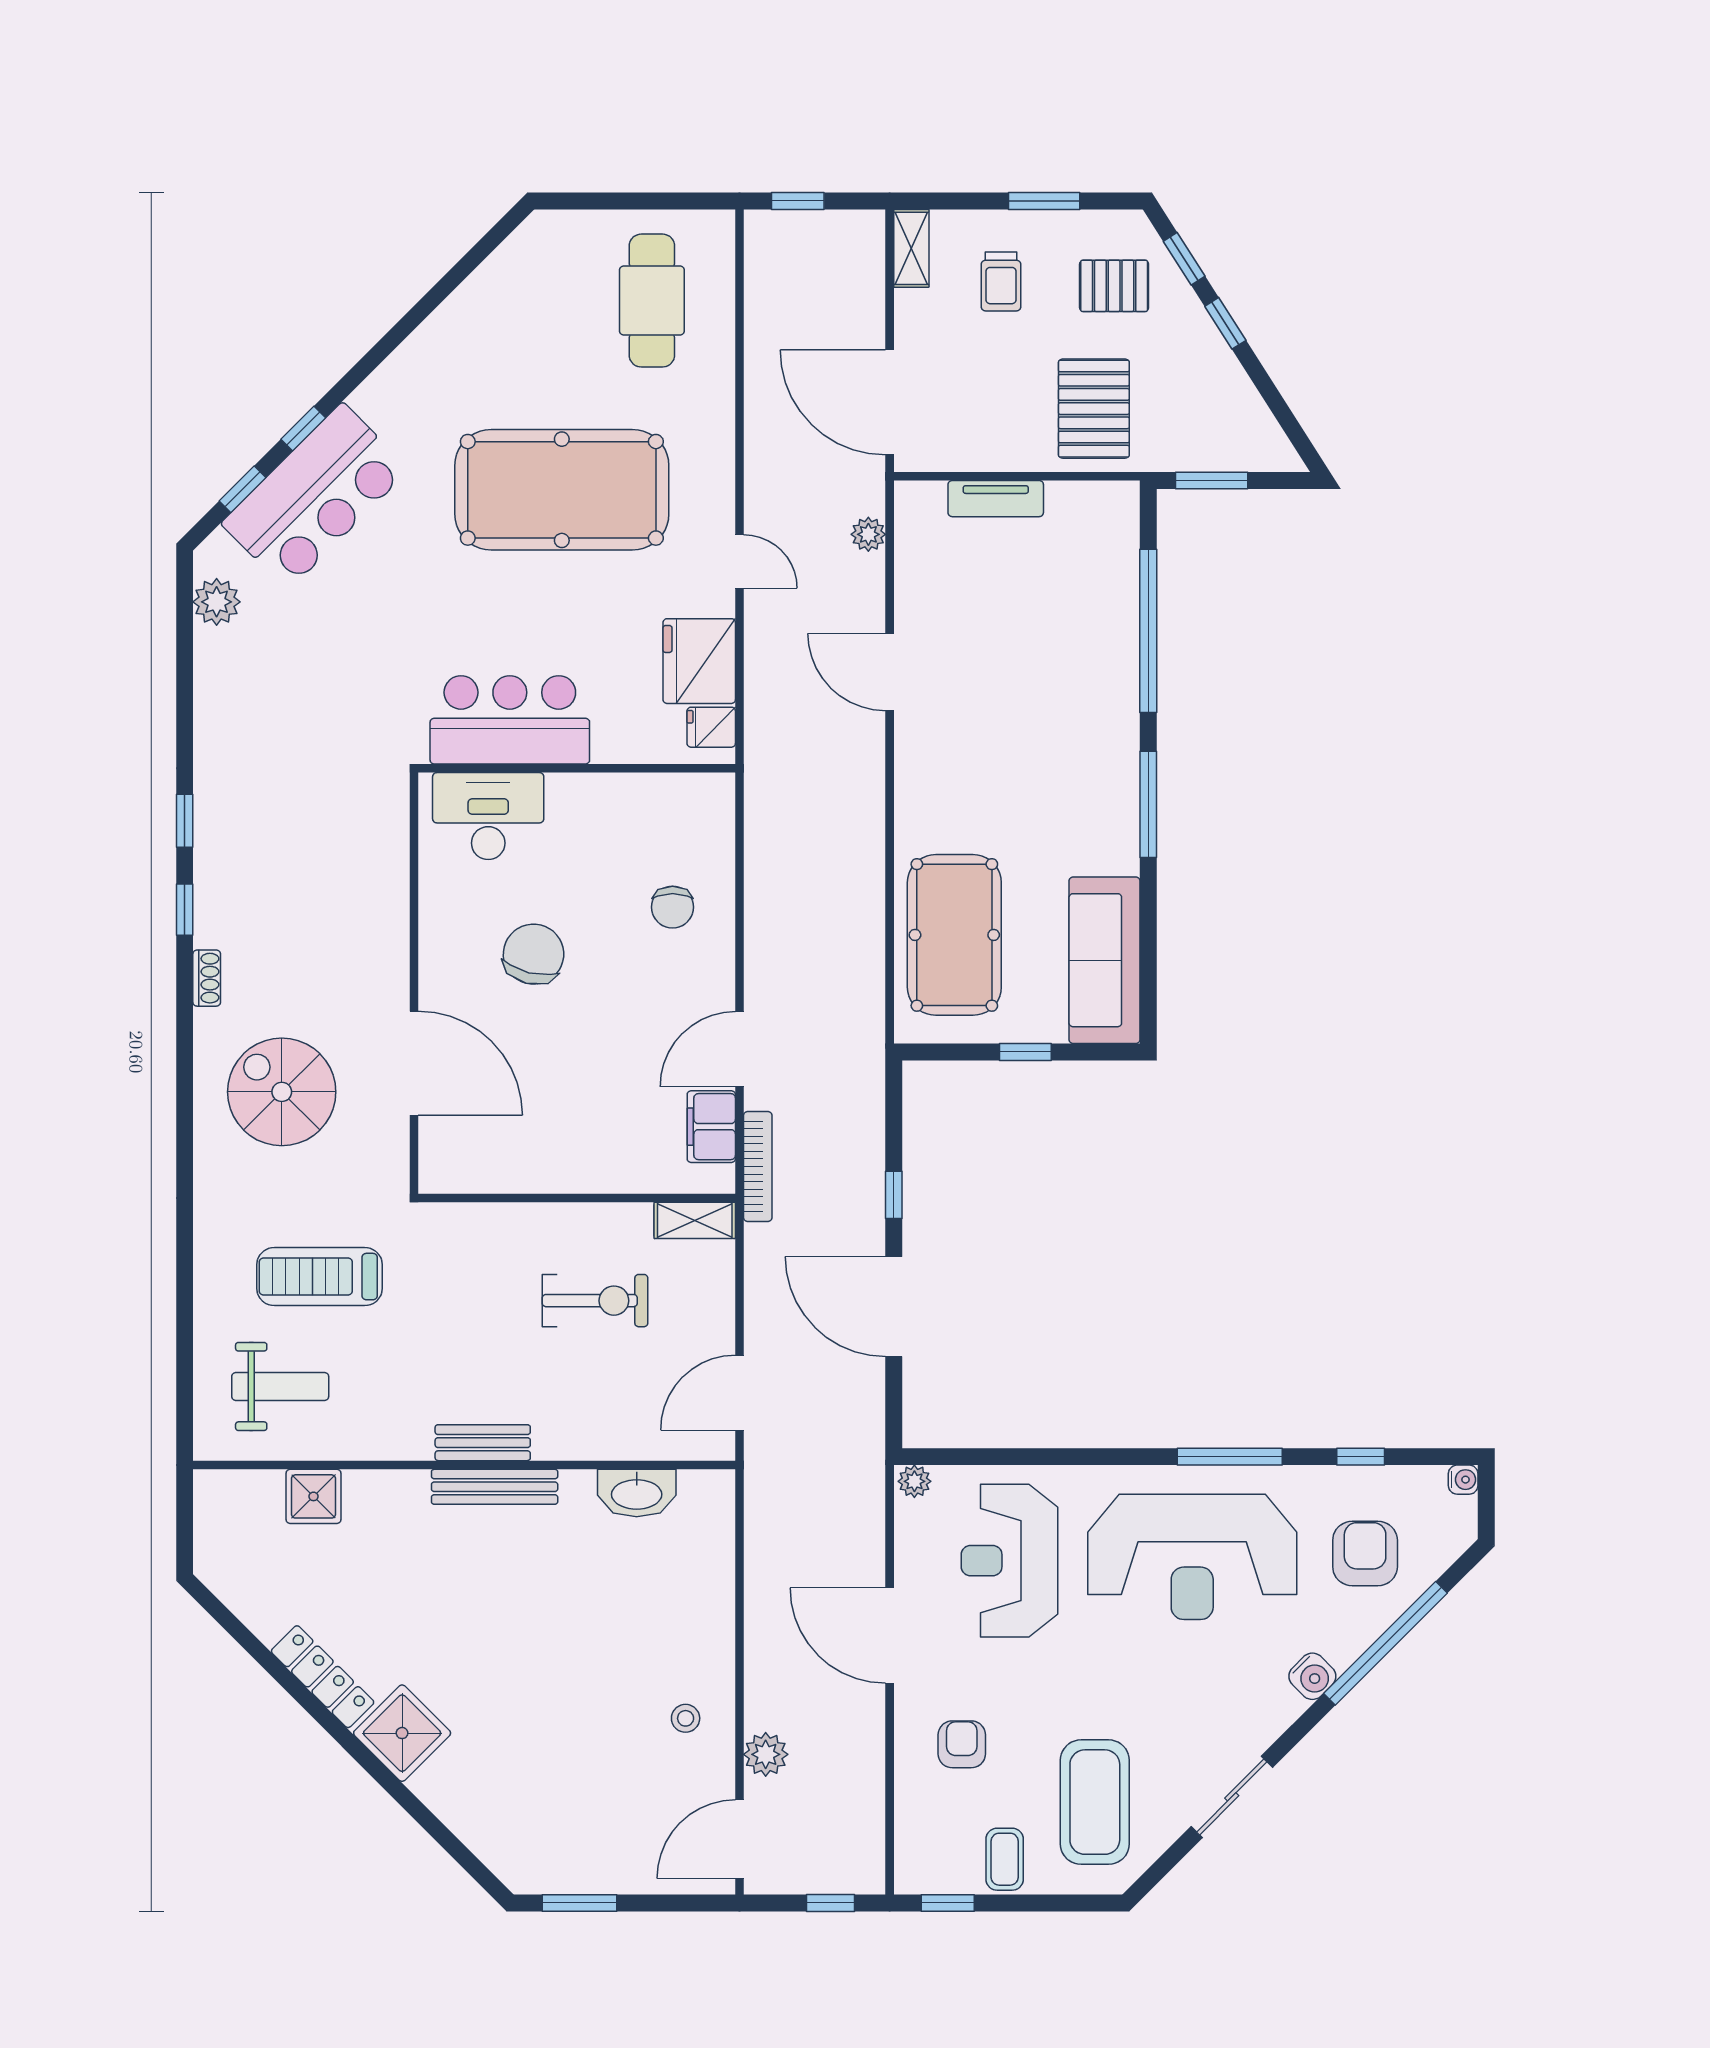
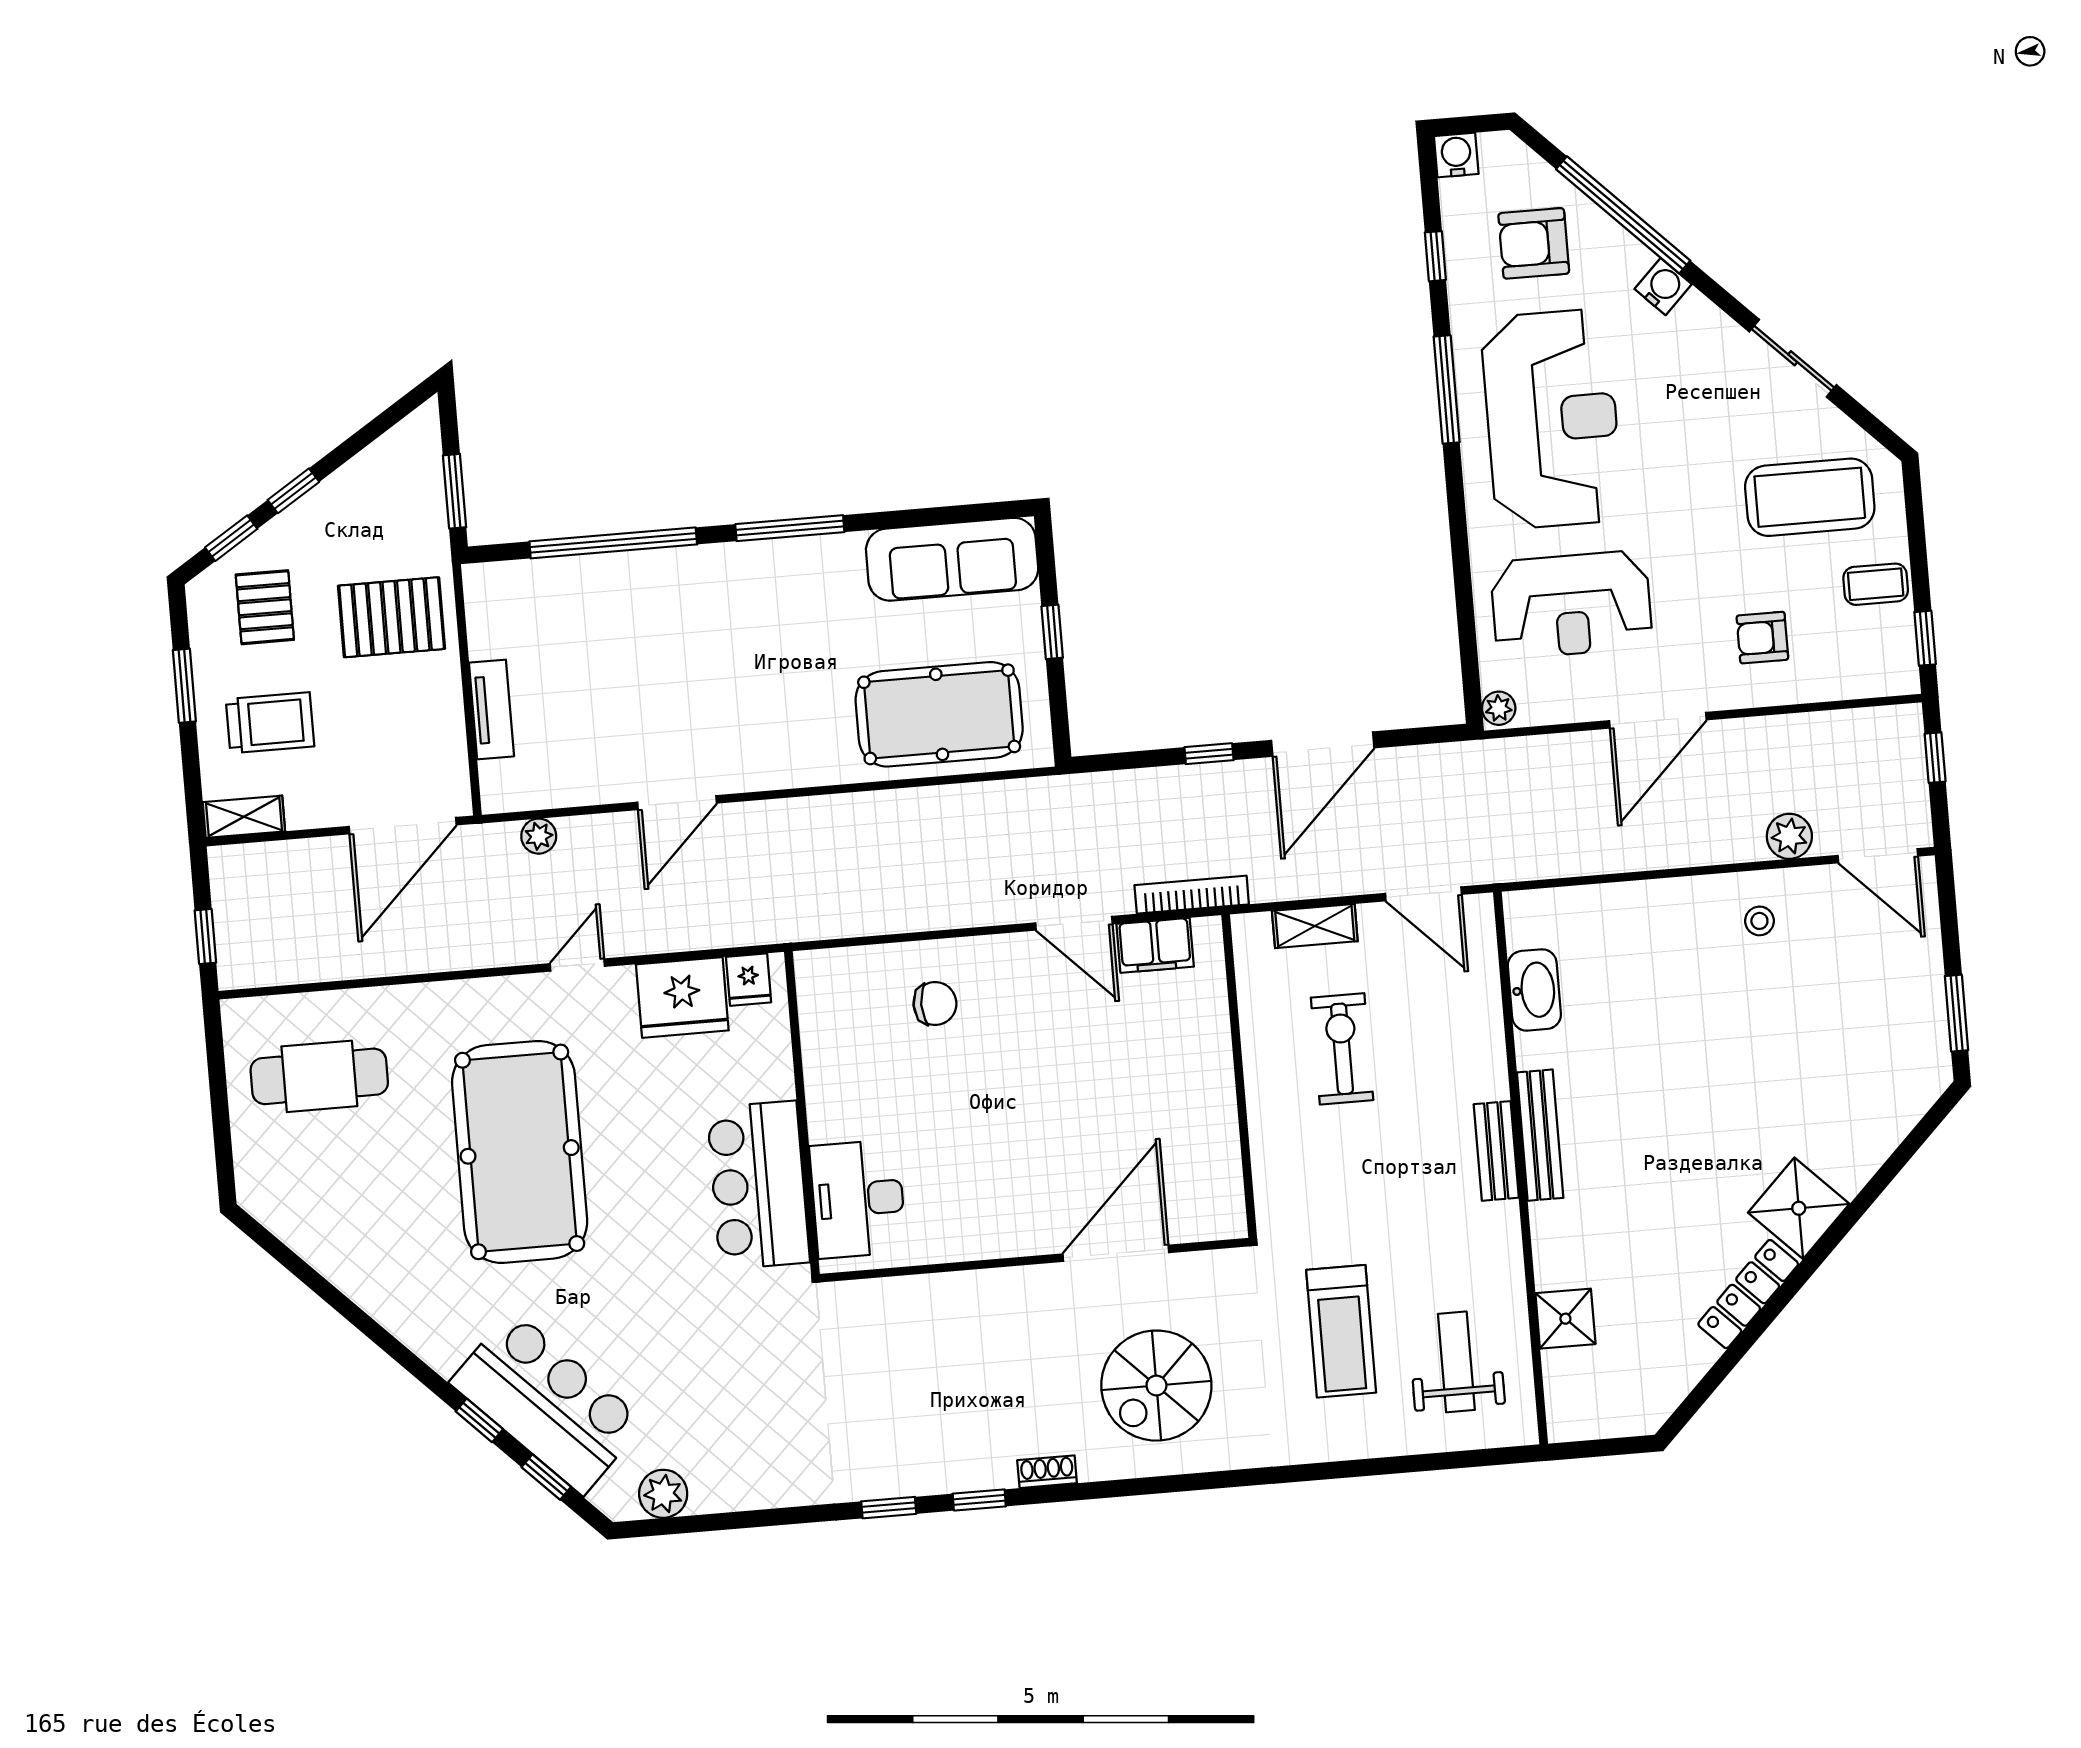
trolley: (1001, 281) -> (270, 723), width x1.36, depth x1.39
chair: (534, 954) -> (995, 1141), removed
shelving: (695, 1220) -> (1315, 926), moved, turned 90
water cooler: (1463, 1480) -> (1456, 155), width x1.38, depth x1.38

